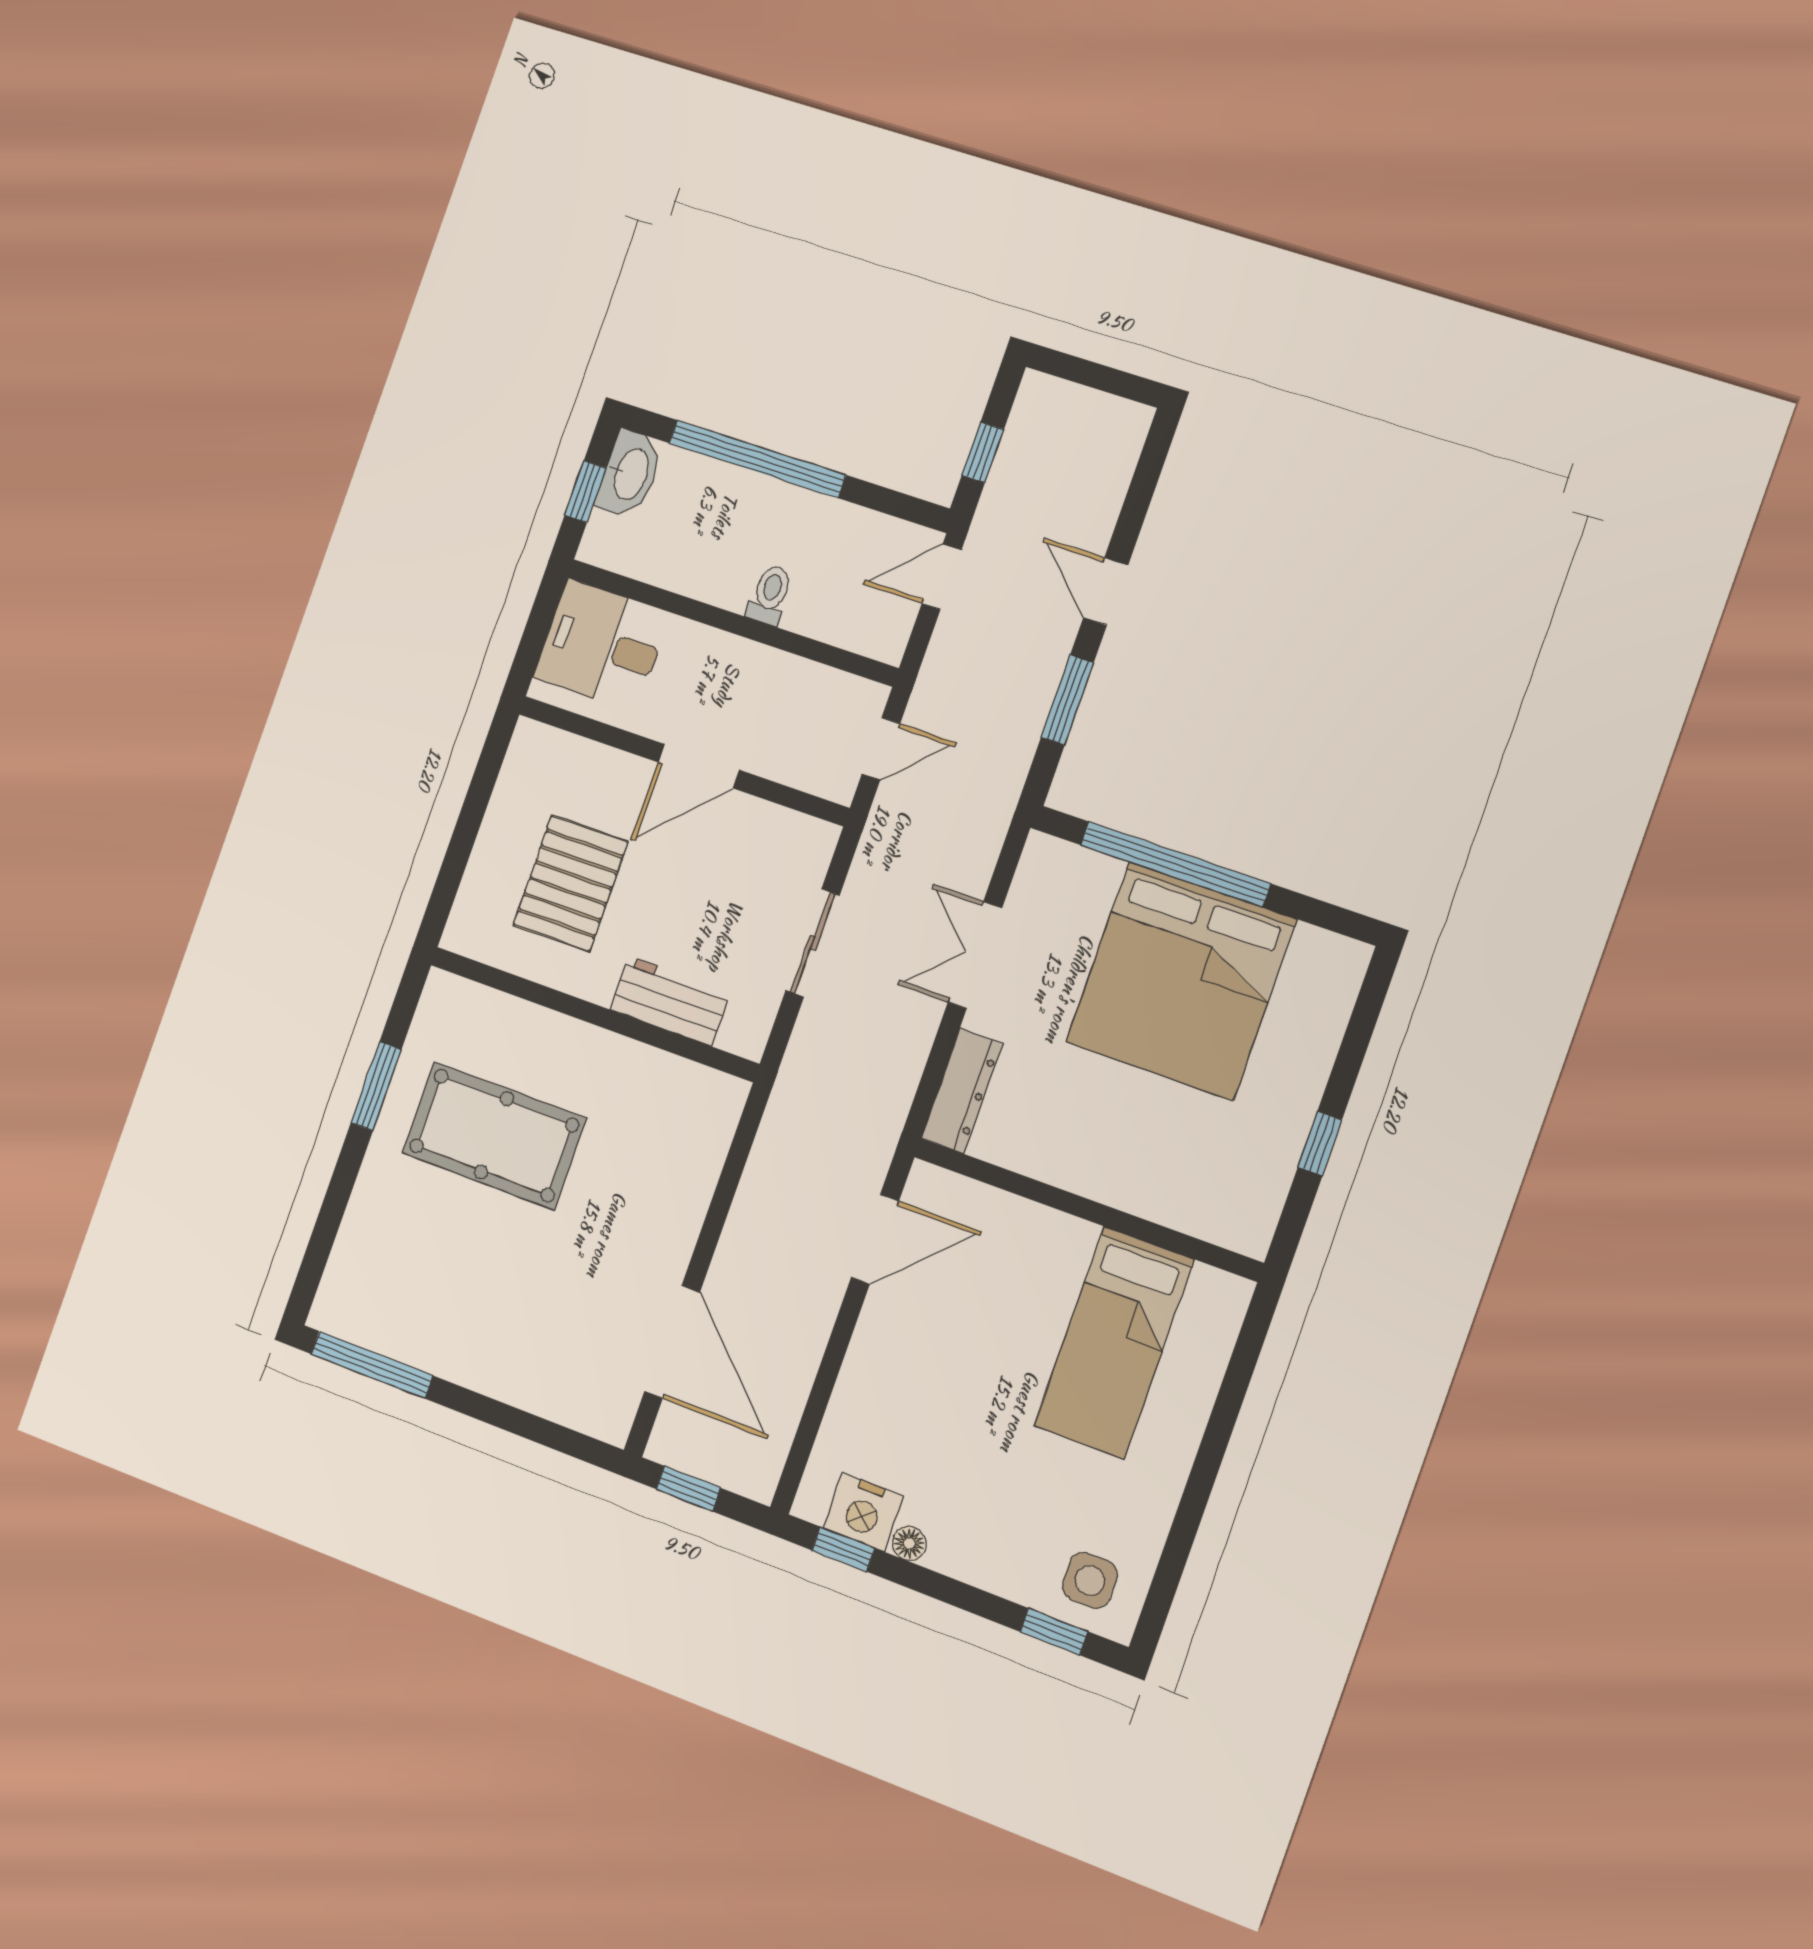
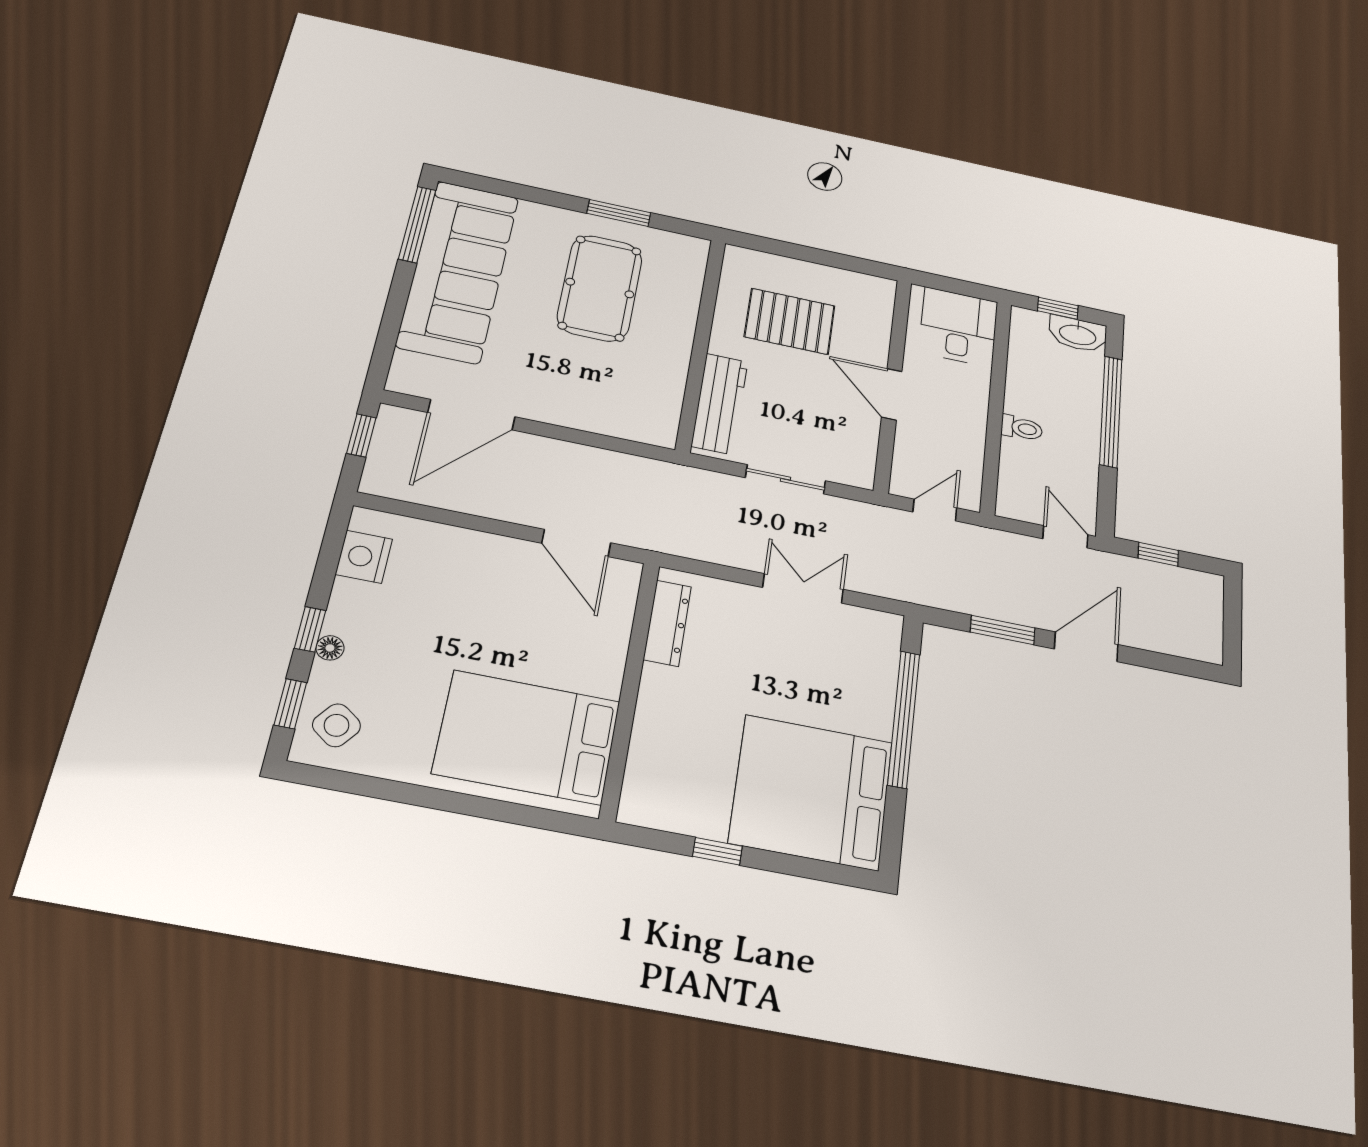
door: (1106, 591) -> (1086, 647), width x1.38
door: (881, 749) -> (935, 510), swing flipped
bed: (1181, 981) -> (811, 792), moved
workbench: (670, 1001) -> (720, 404), width x1.38
dresser: (962, 1091) -> (667, 623), moved, turned -90
sofa: (450, 1322) -> (458, 271), added
bed: (1114, 1343) -> (527, 737), width x1.50
floor lamp: (909, 1543) -> (330, 648), moved
window: (843, 1549) -> (310, 629), moved
side table: (1090, 1580) -> (336, 725), turned 37

